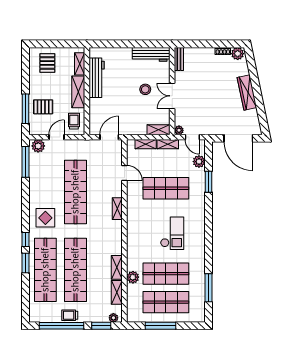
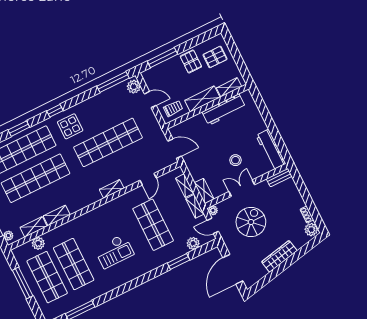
spiral stairs: (205, 102) -> (251, 222), added
pallet: (43, 107) -> (191, 61), moved
door: (192, 137) -> (213, 226), hinge flipped
window: (25, 240) -> (55, 111), moved
plant: (133, 277) -> (38, 243), moved

